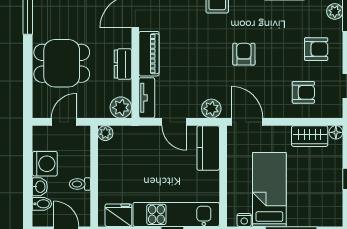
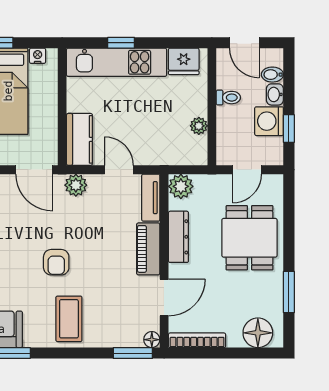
armchair: (244, 54) -> (56, 262), moved
dining table: (62, 63) -> (249, 238), turned 90
dresser: (123, 64) -> (178, 237), width x1.44
plant: (105, 133) -> (199, 126), moved
window: (28, 157) -> (289, 129), added

